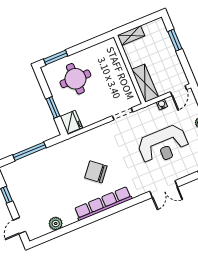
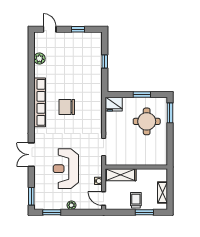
shelving: (131, 36) -> (162, 193), moved
trolley: (166, 55) -> (136, 200), added
window: (53, 107) -> (142, 94), moved
window: (29, 151) -> (105, 62), width x0.46
chair: (96, 172) -> (67, 107), turned -130

